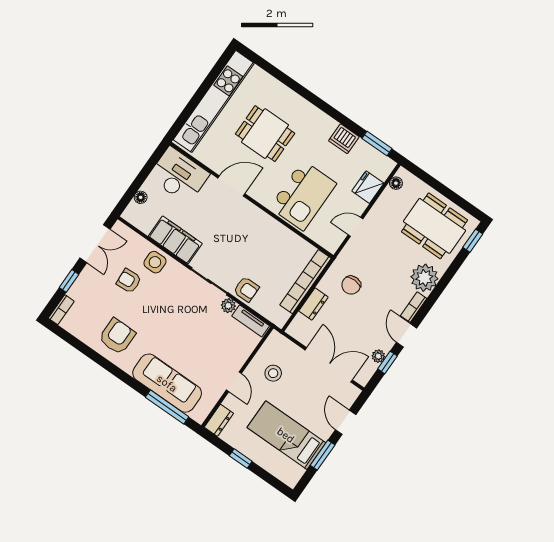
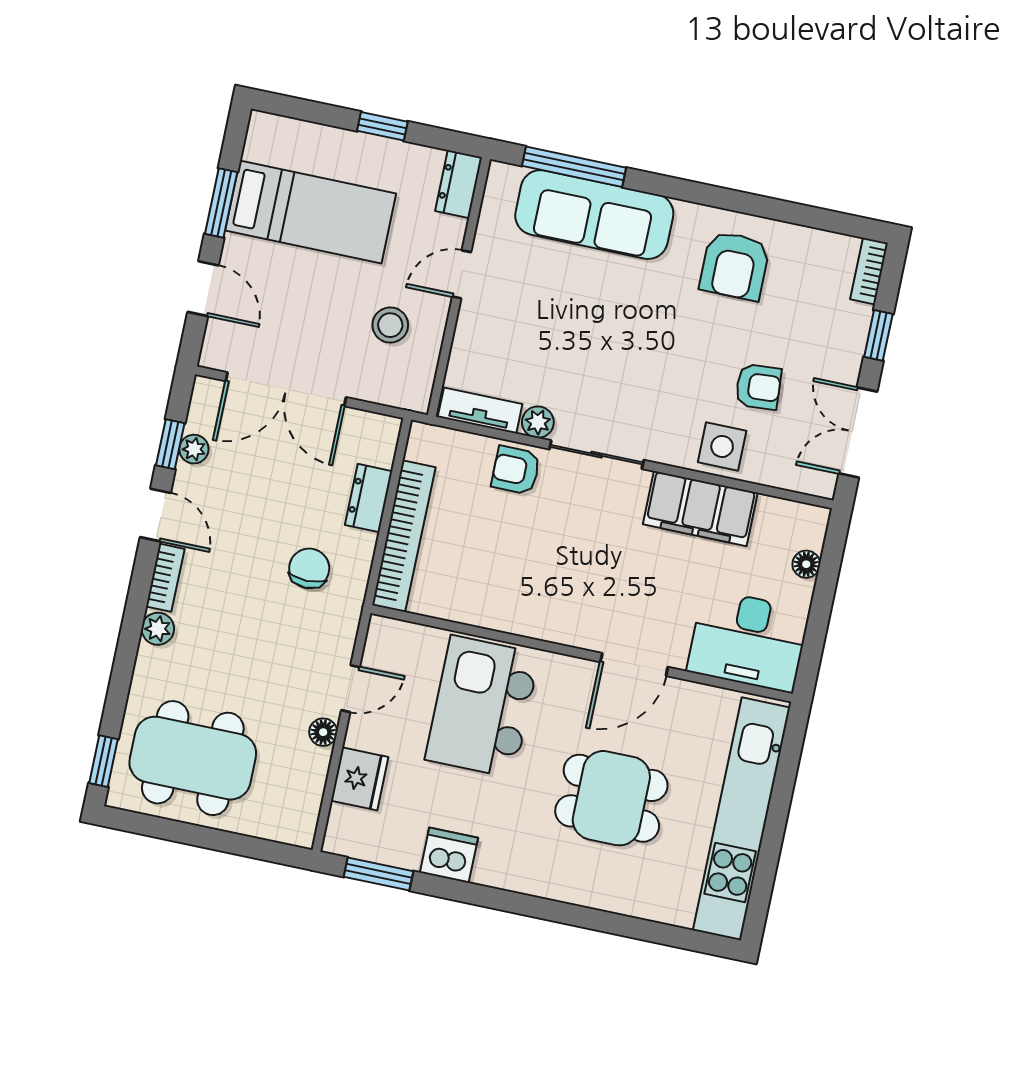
floor lamp: (396, 183) -> (323, 732), moved
plant: (424, 278) -> (158, 629), width x0.53, depth x0.53
door: (234, 382) -> (462, 274), hinge flipped

